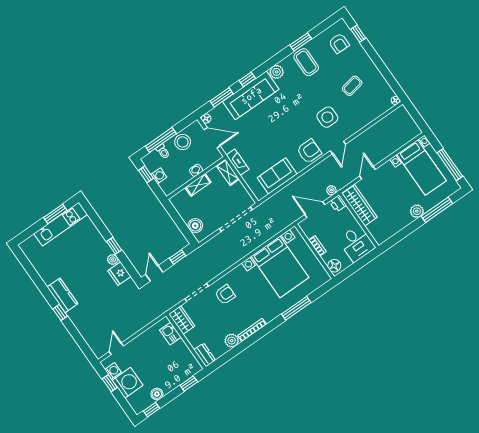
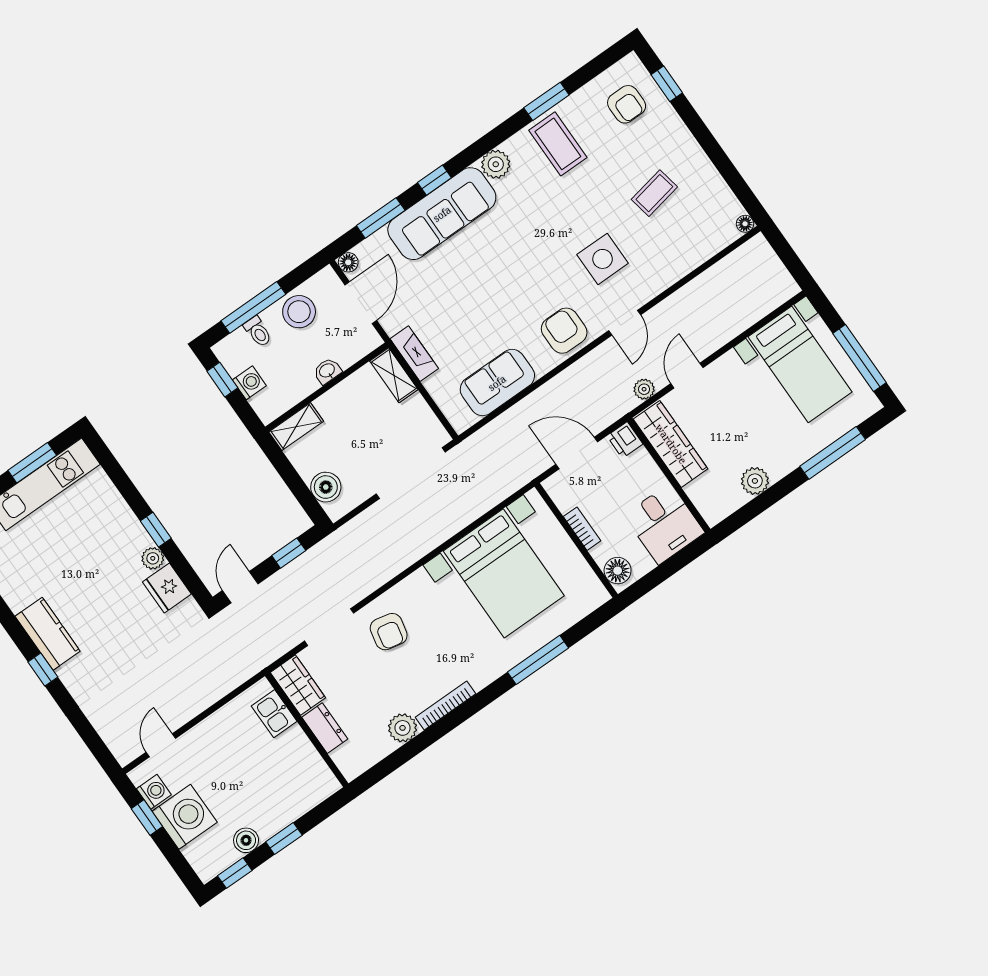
door: (212, 138) -> (361, 303), hinge flipped
armchair: (309, 151) -> (564, 331), turned -90
shelving: (198, 185) -> (296, 427), moved
plant: (331, 190) -> (644, 389), moved
plant: (417, 211) -> (755, 481), moved
armchair: (225, 295) -> (389, 632), turned 102
dresser: (205, 355) -> (325, 728), moved
window: (189, 384) -> (284, 839), moved

